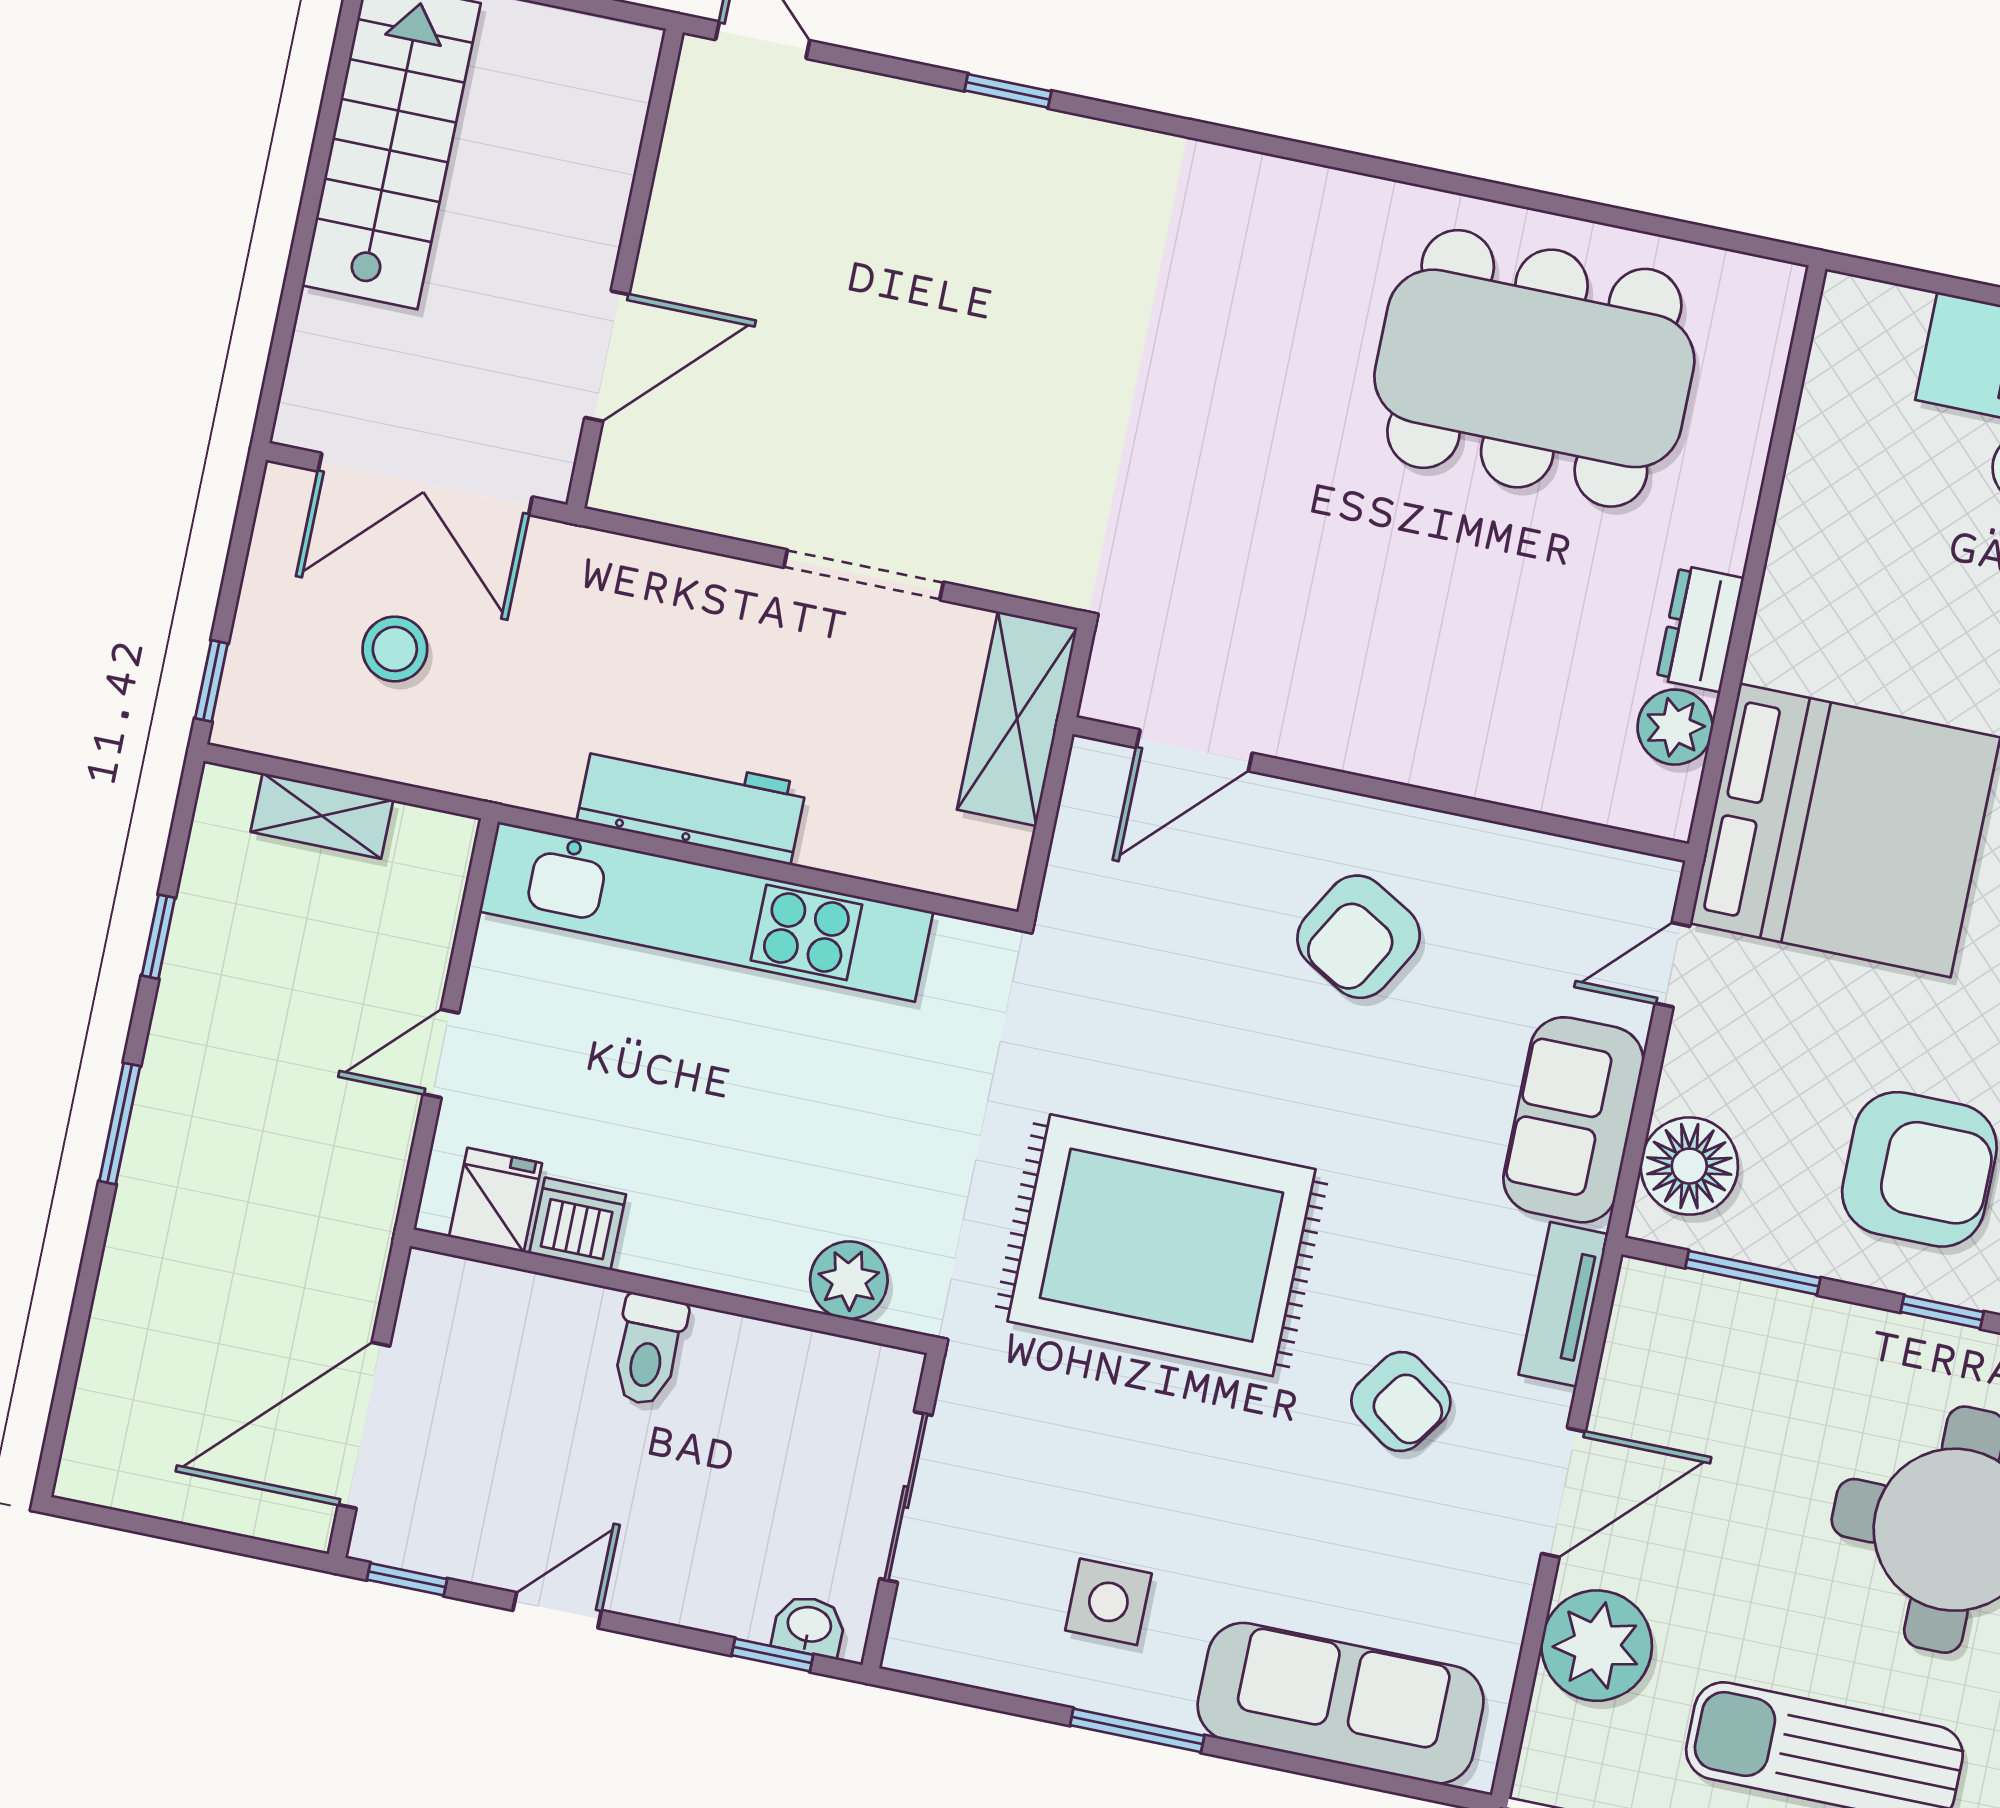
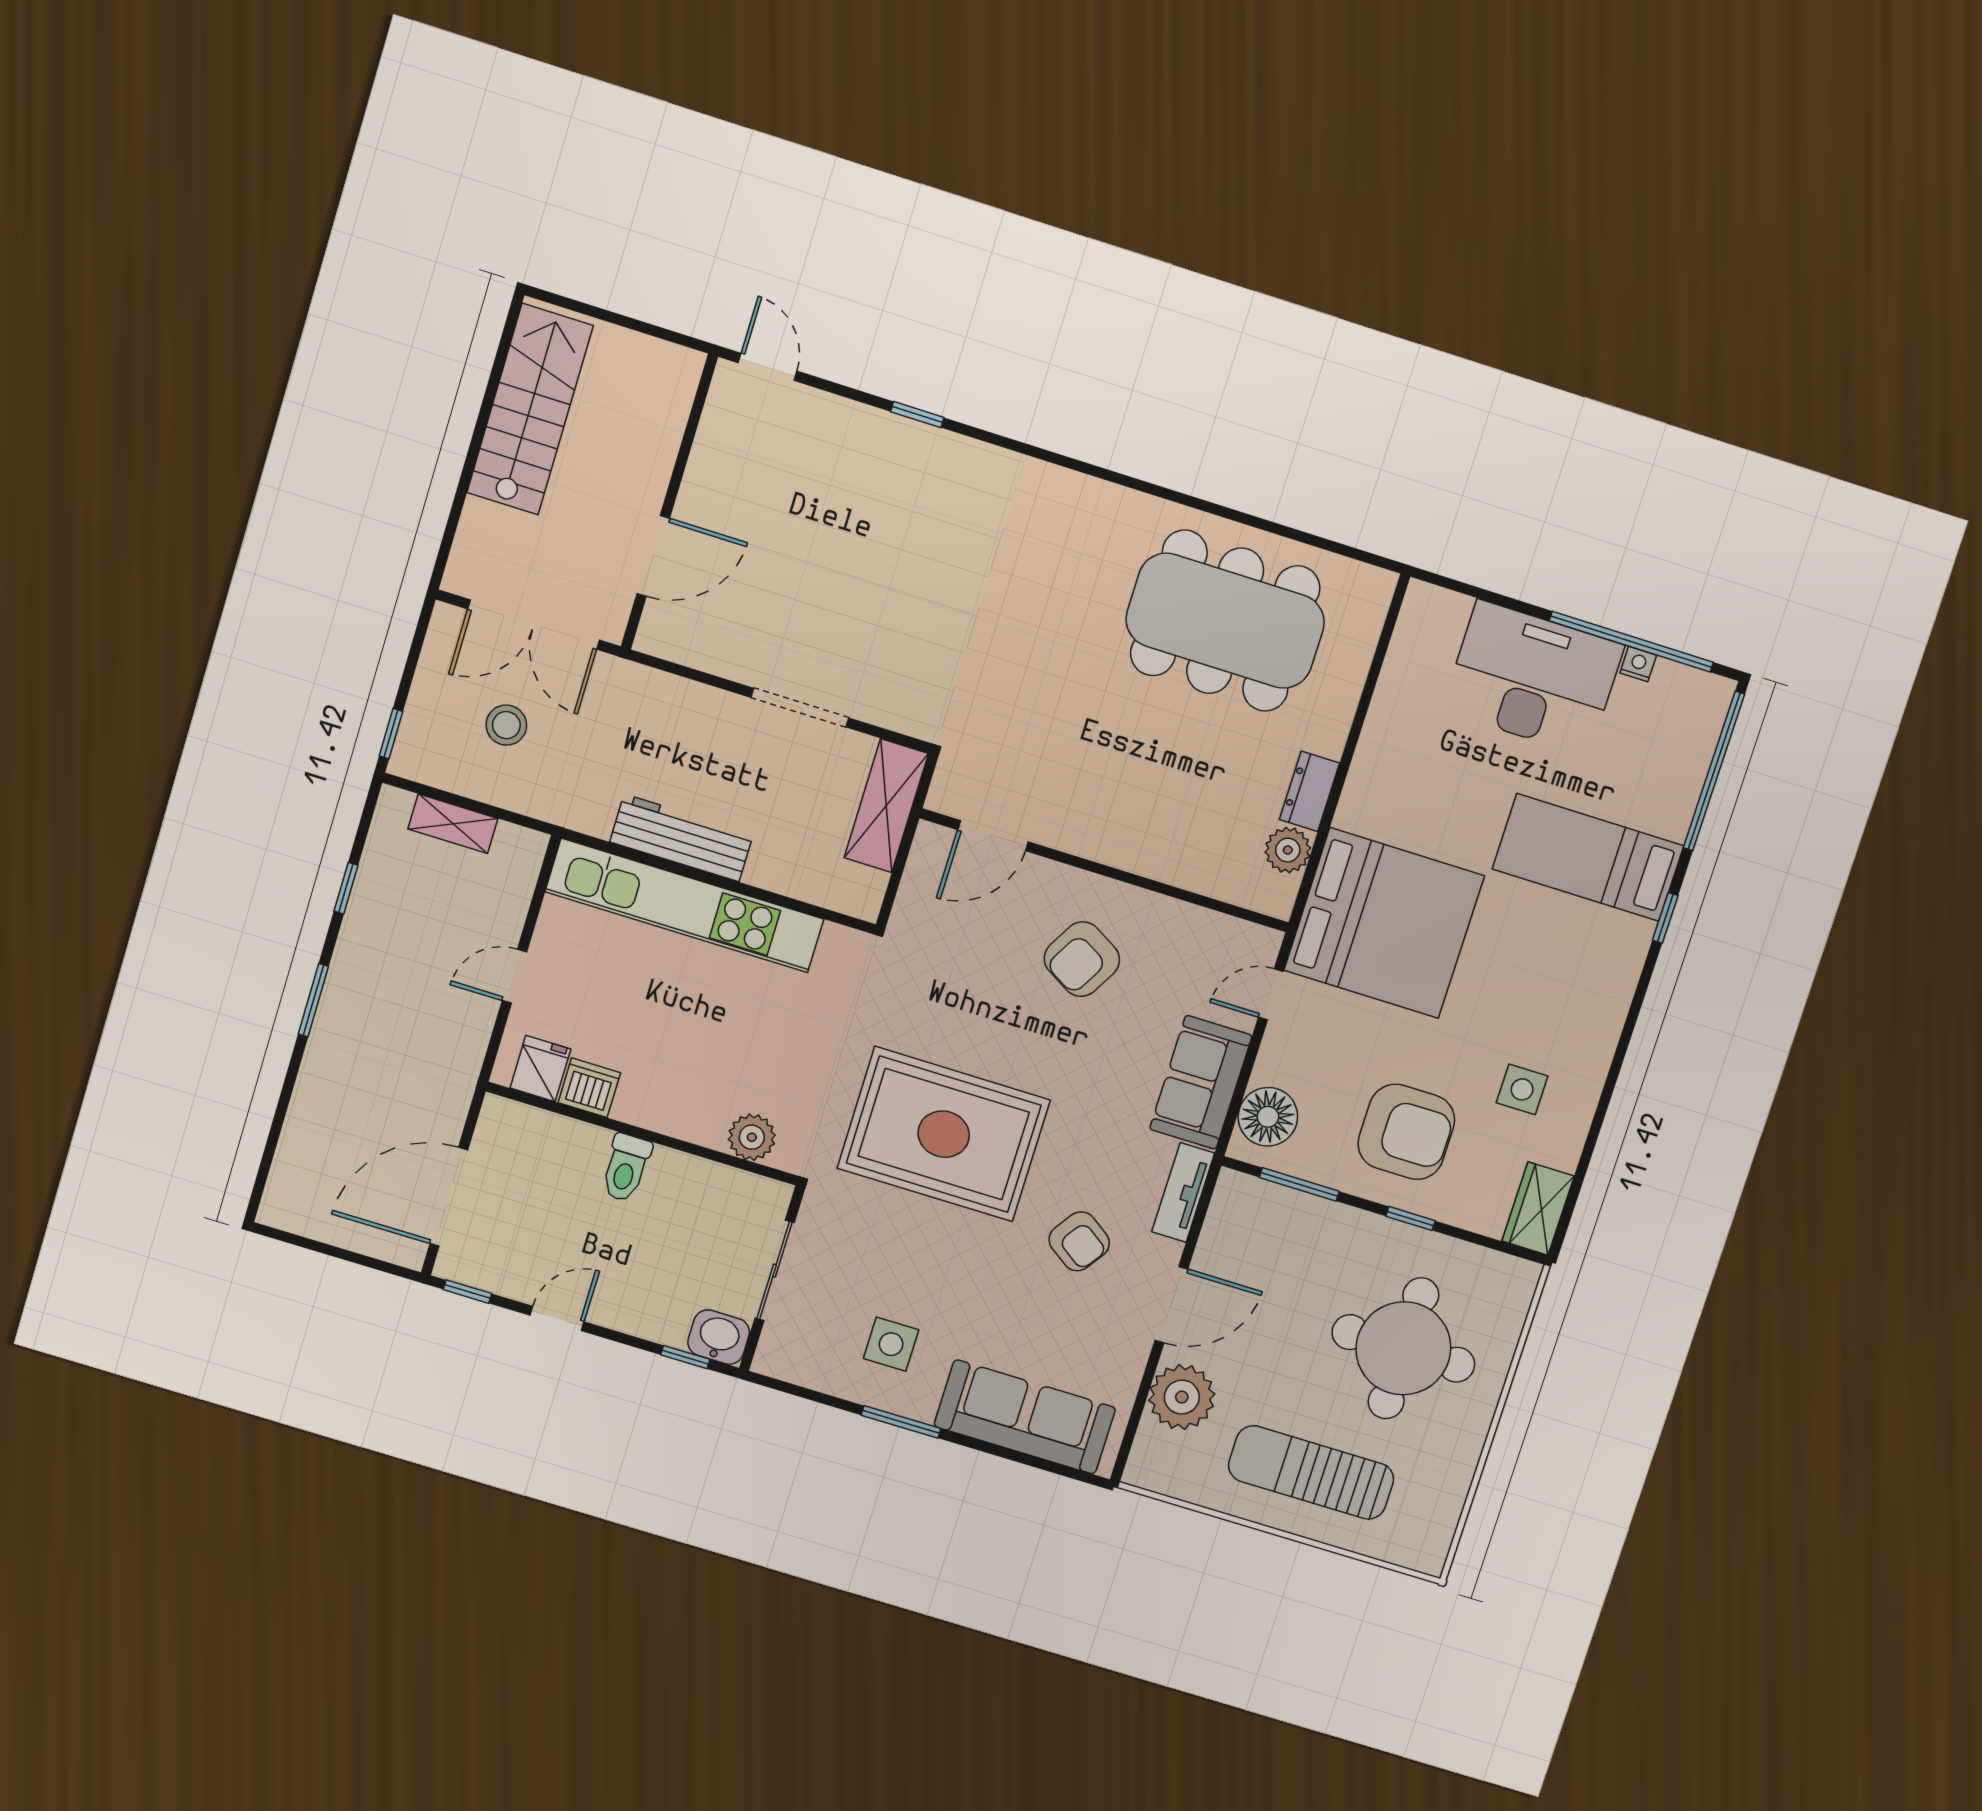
washbasin: (809, 1626) -> (719, 1337), width x1.38, depth x1.45

